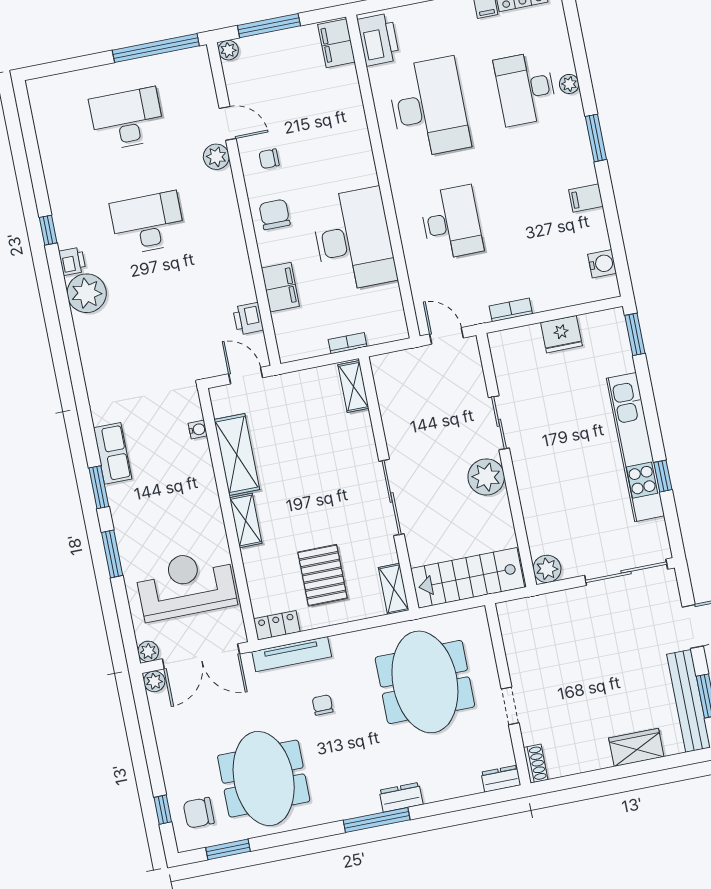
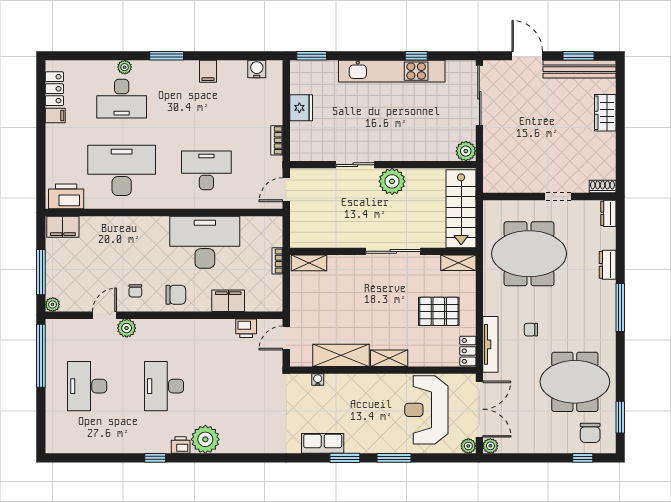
chair: (275, 214) -> (176, 295), turned 180
dresser: (401, 797) -> (608, 265), moved

